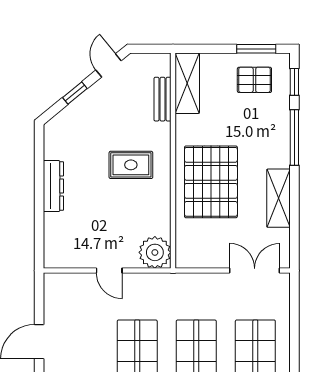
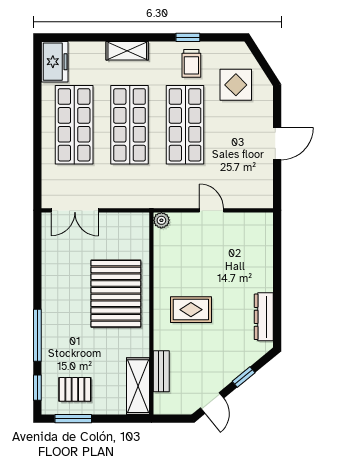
dresser: (53, 186) -> (264, 317), moved
shelving: (278, 198) -> (52, 278), removed
plant: (155, 252) -> (161, 220), width x0.53, depth x0.53

